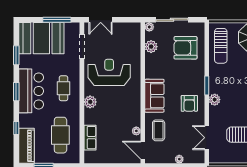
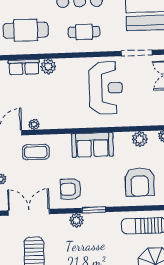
armchair: (185, 48) -> (140, 182), turned 180
sofa: (154, 96) -> (92, 145), moved
plant: (90, 102) -> (48, 66), moved
double door: (207, 138) -> (29, 212), width x1.37

